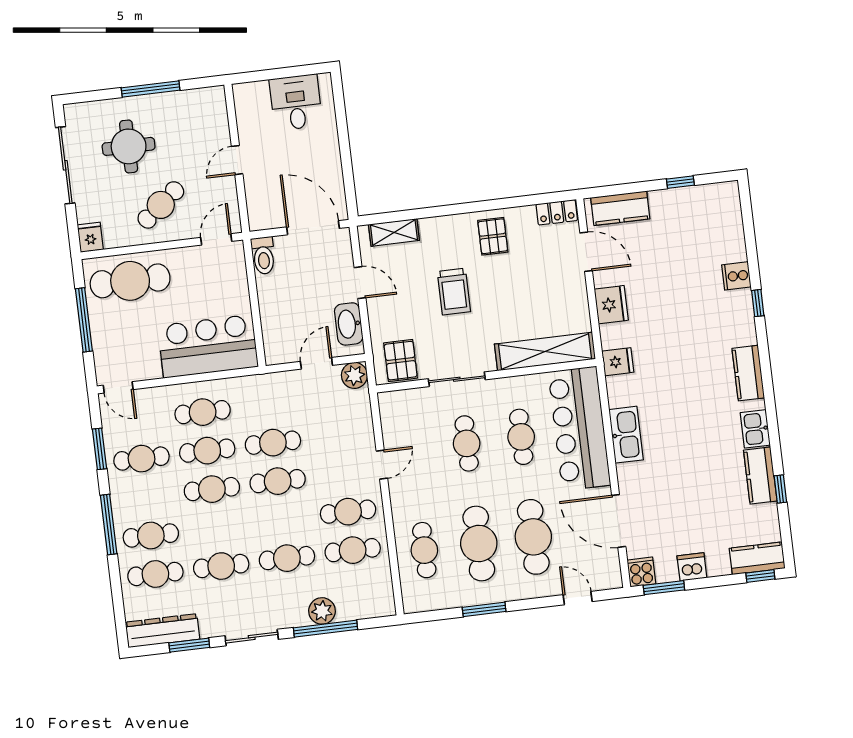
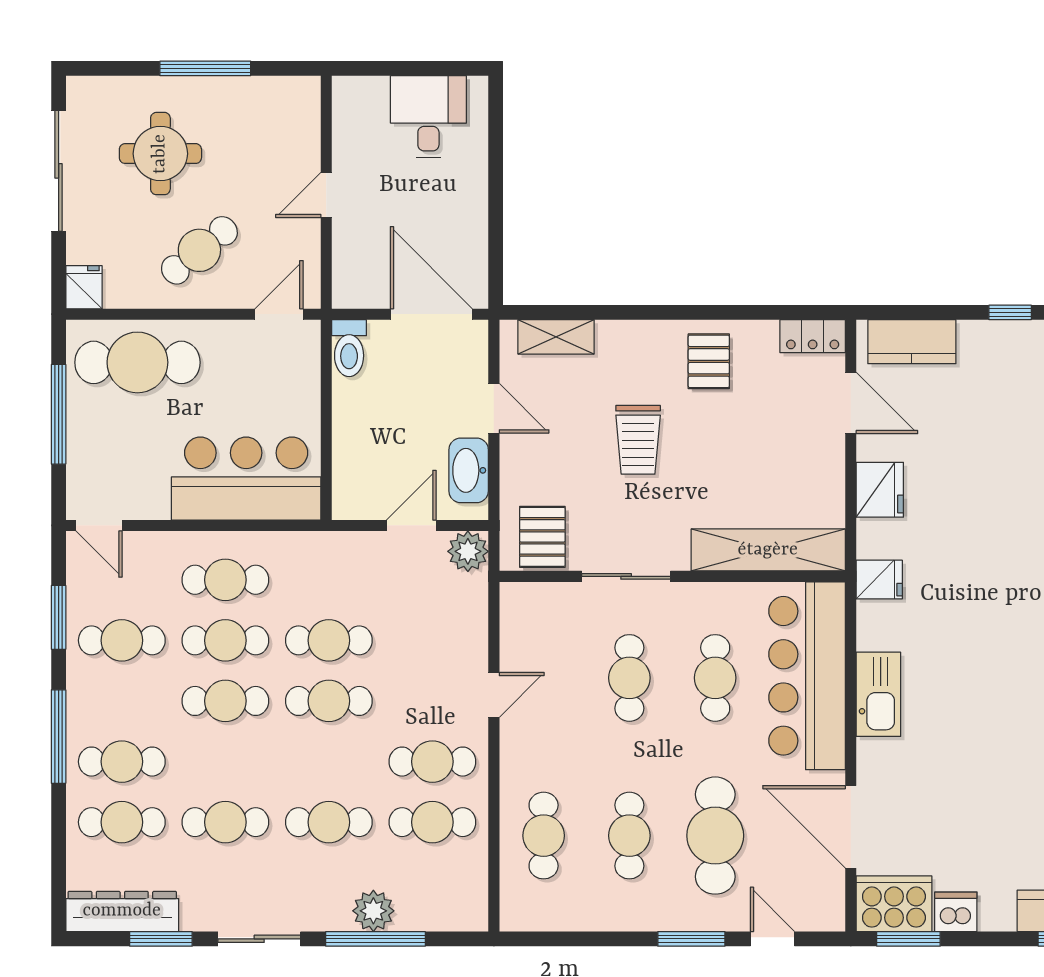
cafe table: (479, 543) -> (629, 836), width x0.73, depth x0.74
cooker: (641, 572) -> (894, 904), width x1.87, depth x1.31
window: (484, 609) -> (691, 939), moved

